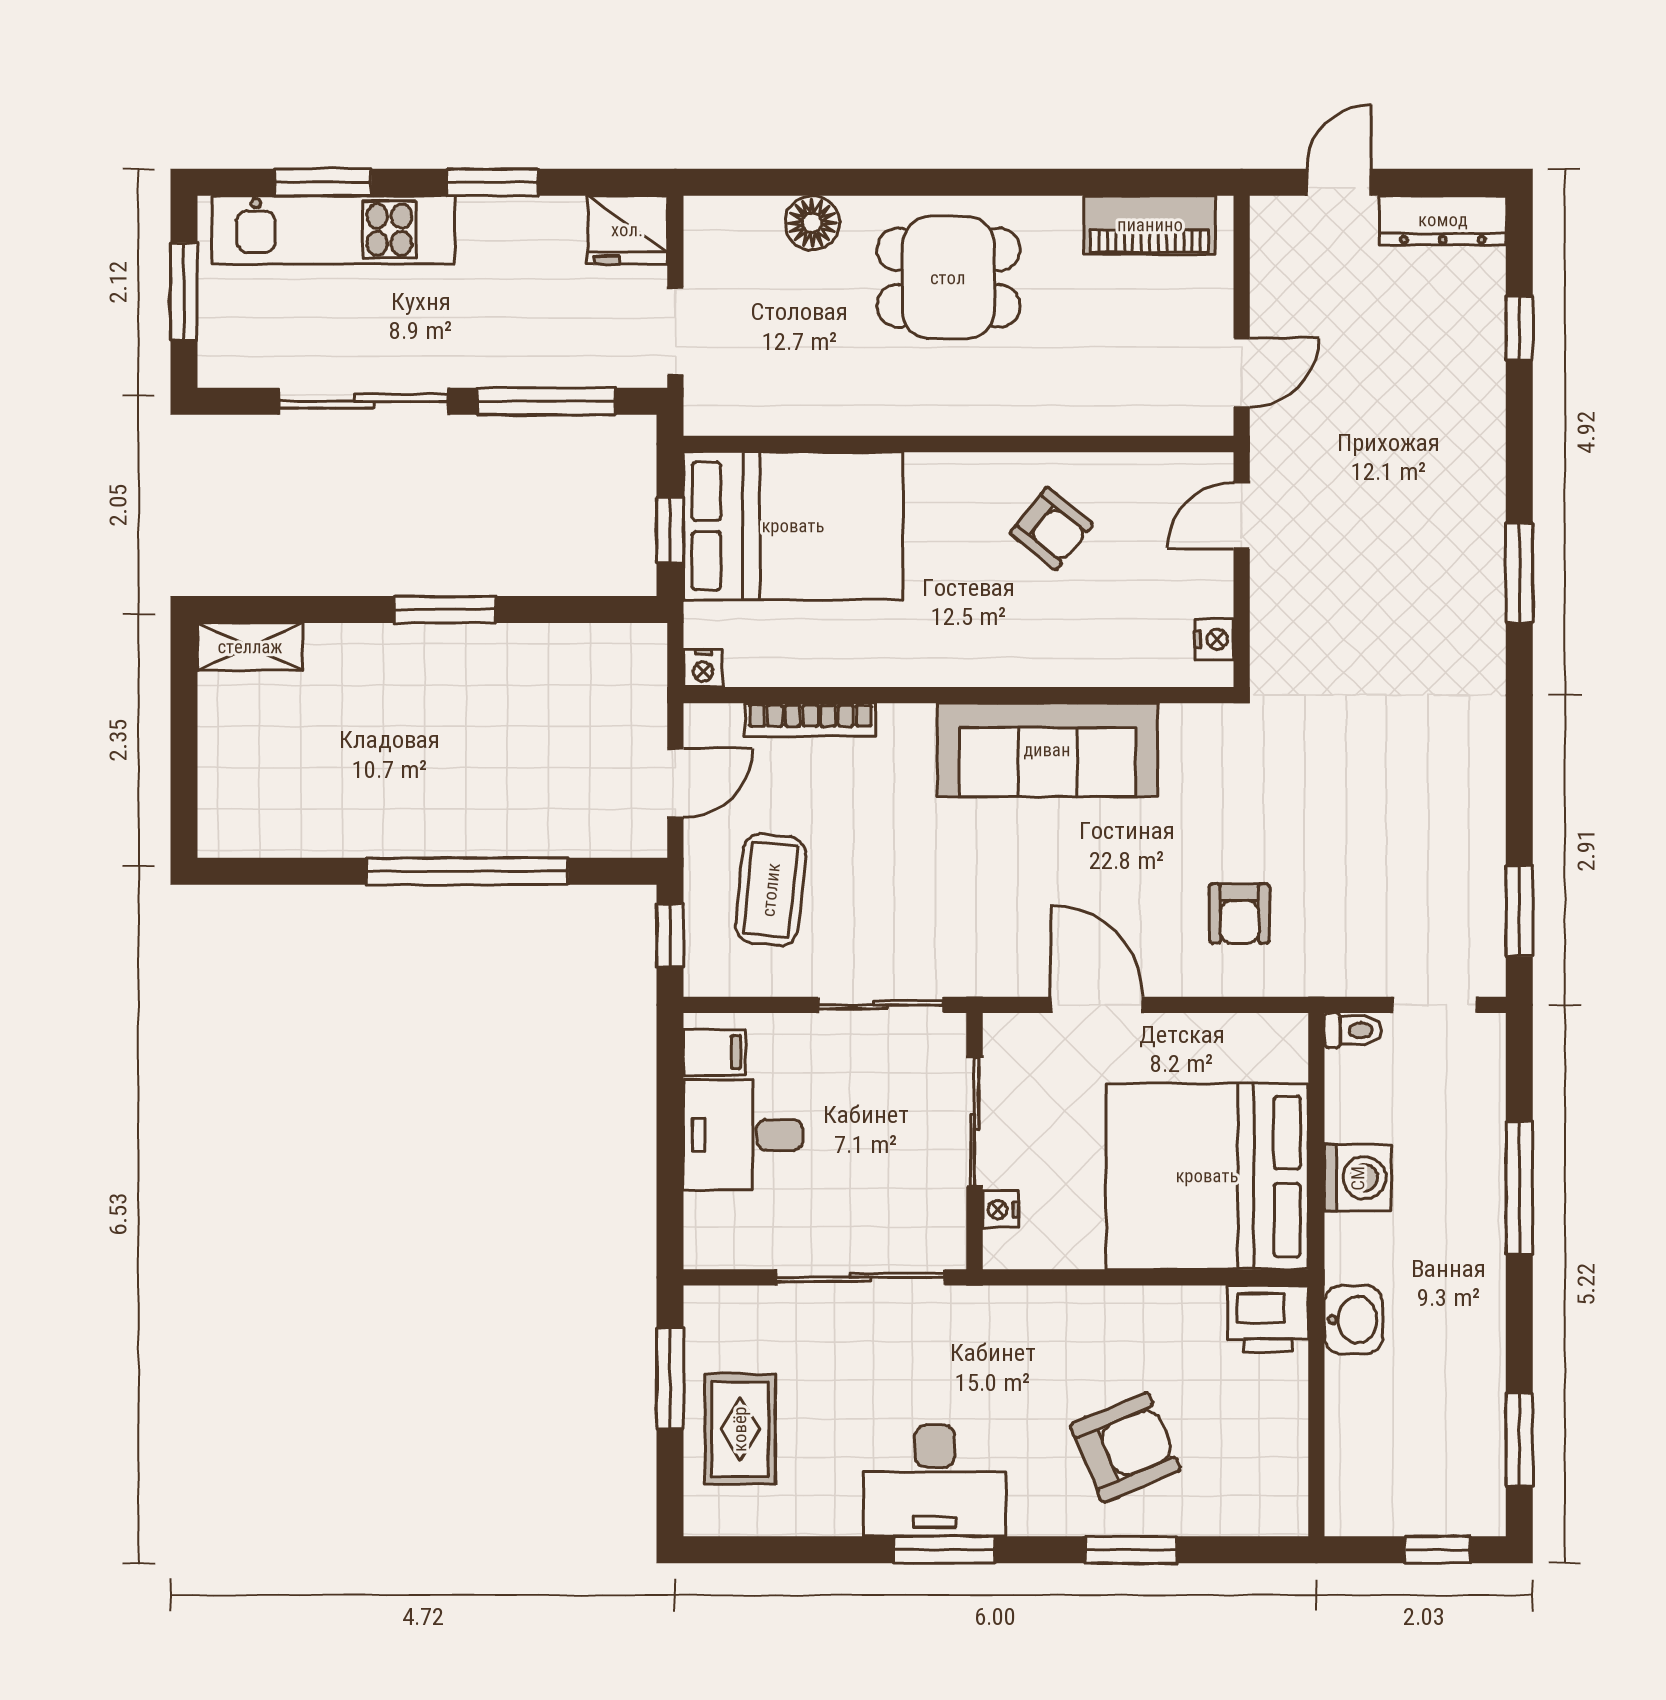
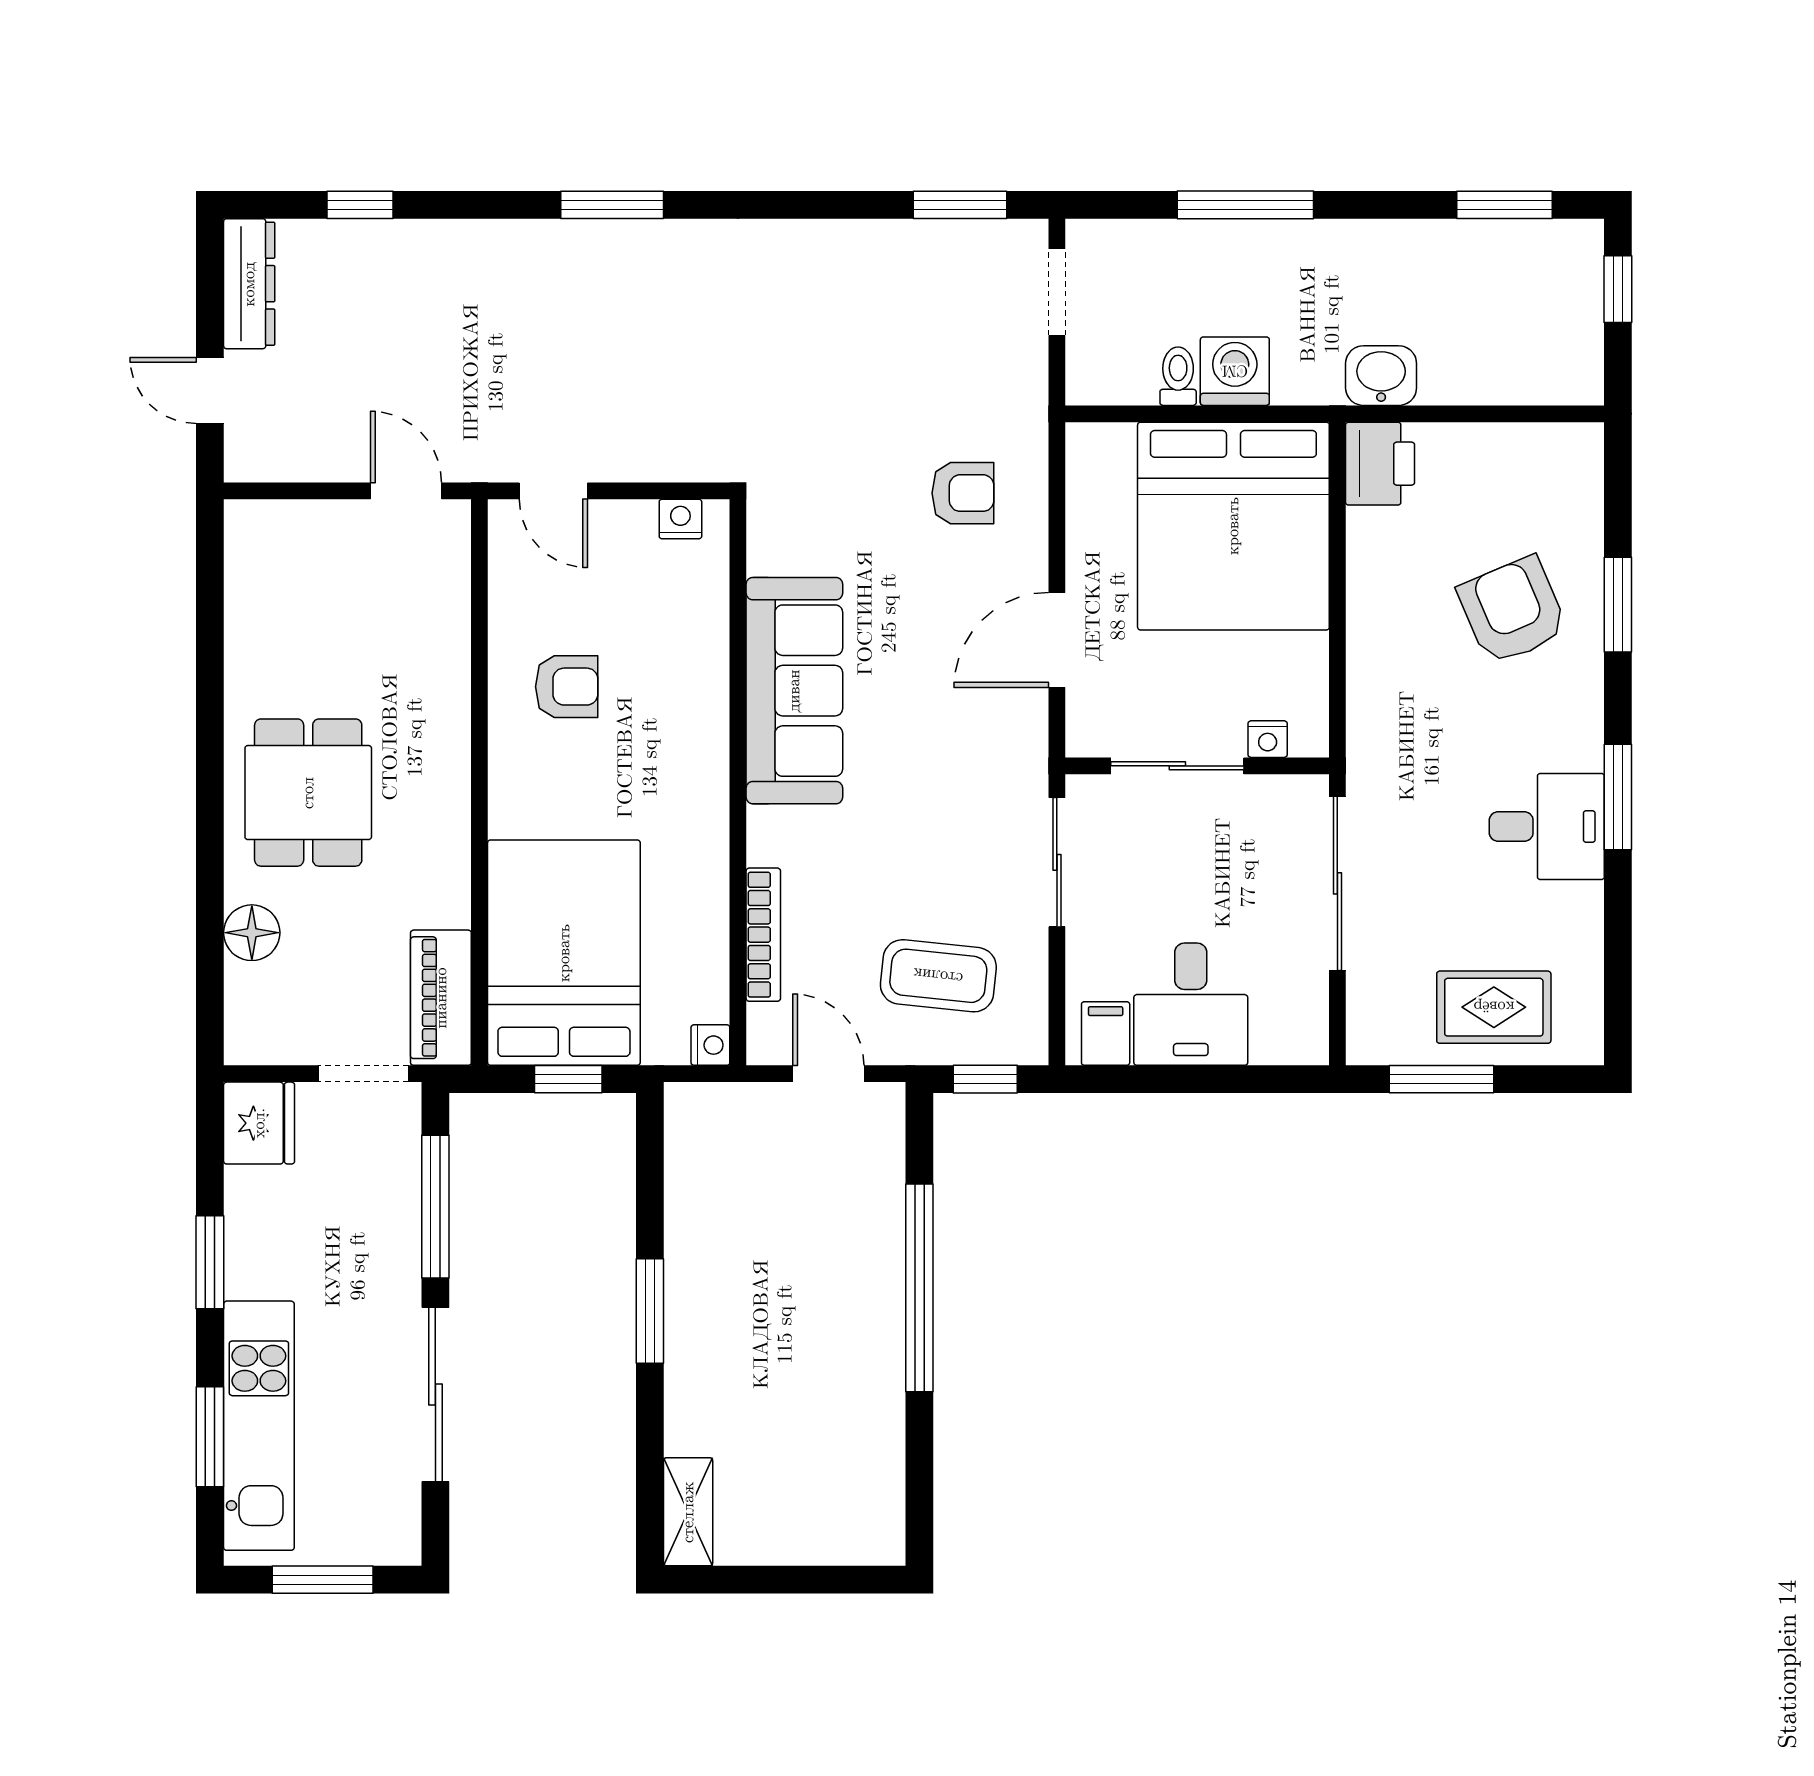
piano: (1150, 225) -> (441, 998), moved, turned 180
armchair: (1051, 529) -> (567, 687), turned 51
toilet: (1353, 1030) -> (1178, 376), moved
desk: (935, 1481) -> (1547, 827), width x0.73

